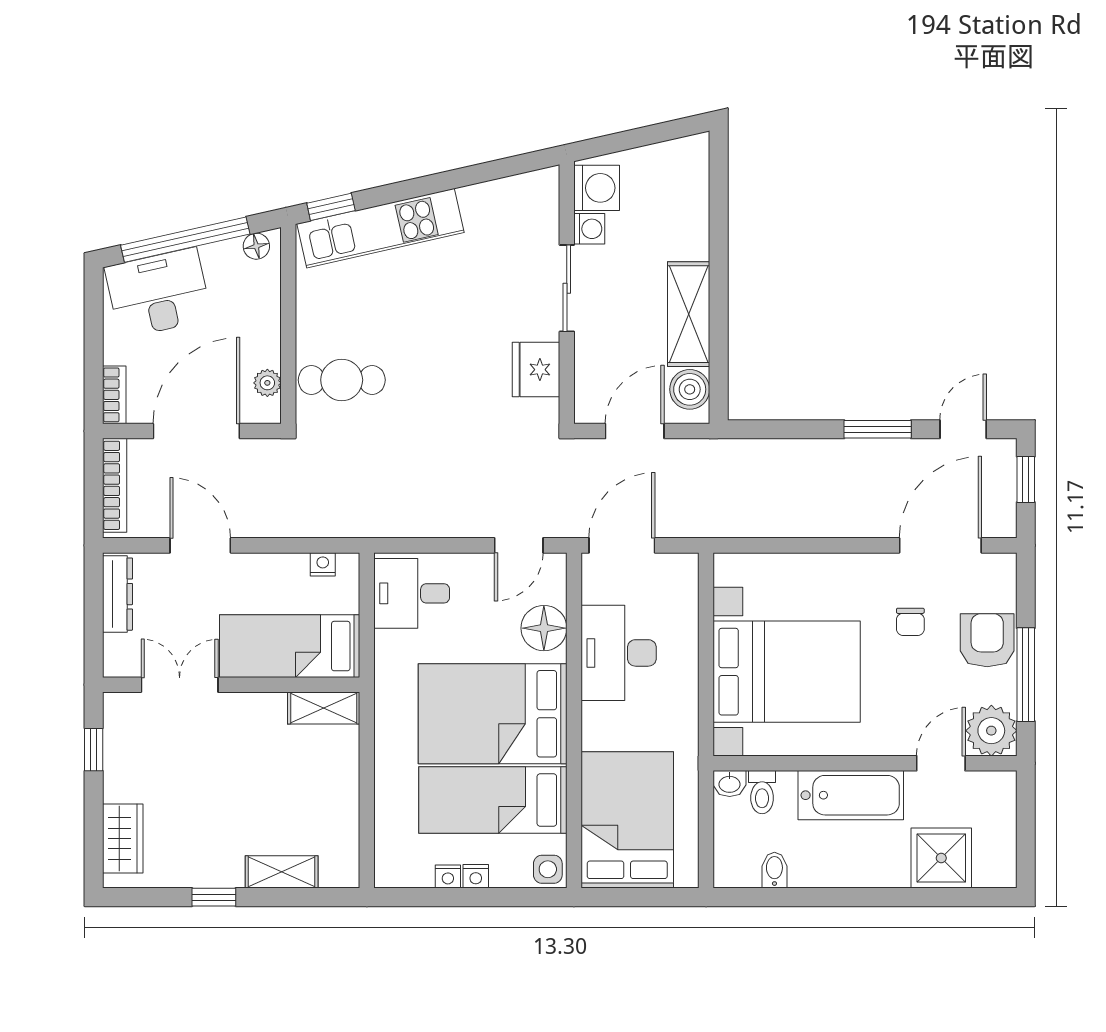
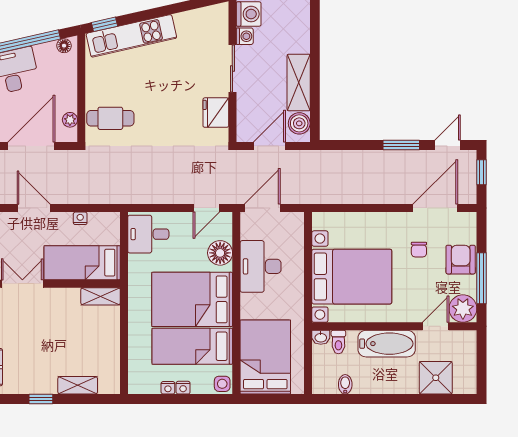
nightstand: (323, 564) -> (80, 218), moved

